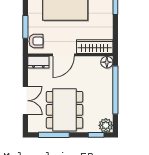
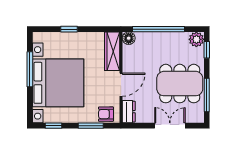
armchair: (36, 41) -> (106, 114), turned -90
door: (63, 55) -> (121, 85), hinge flipped

